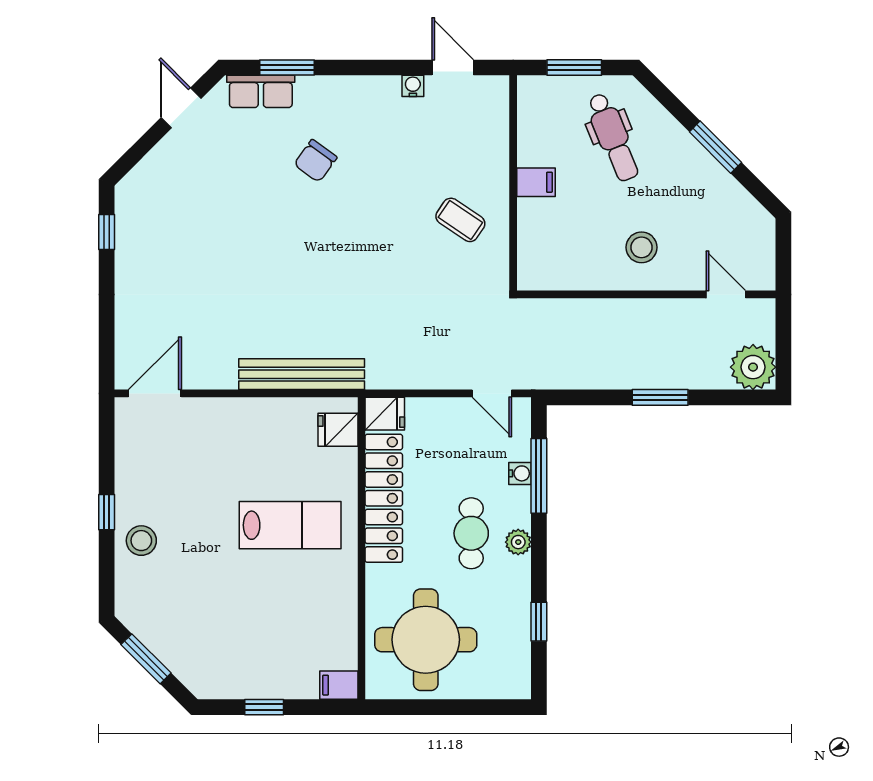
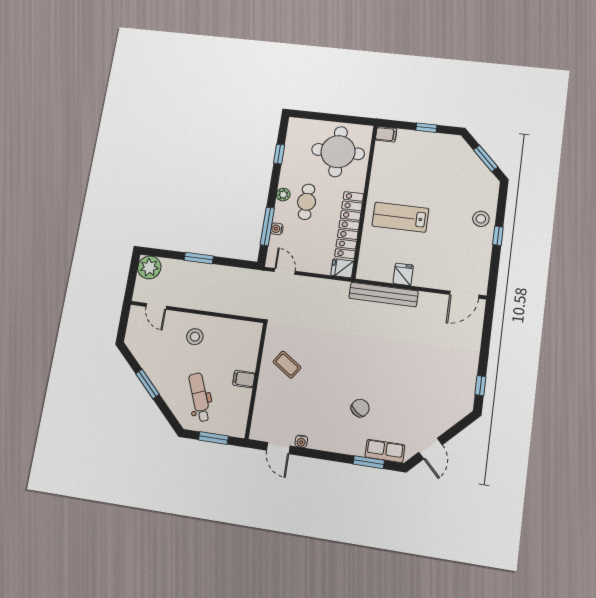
fridge: (338, 430) -> (403, 274), moved, turned -90

